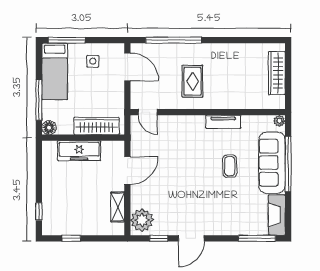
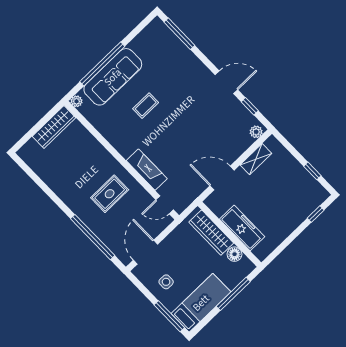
wardrobe: (277, 73) -> (54, 127), moved
door: (148, 112) -> (165, 205), swing flipped
tv unit: (223, 122) -> (118, 142), removed
floor lamp: (49, 128) -> (235, 254), moved
fireplace: (277, 215) -> (147, 170), moved, turned -90
plant: (142, 220) -> (256, 132), width x0.53, depth x0.53

